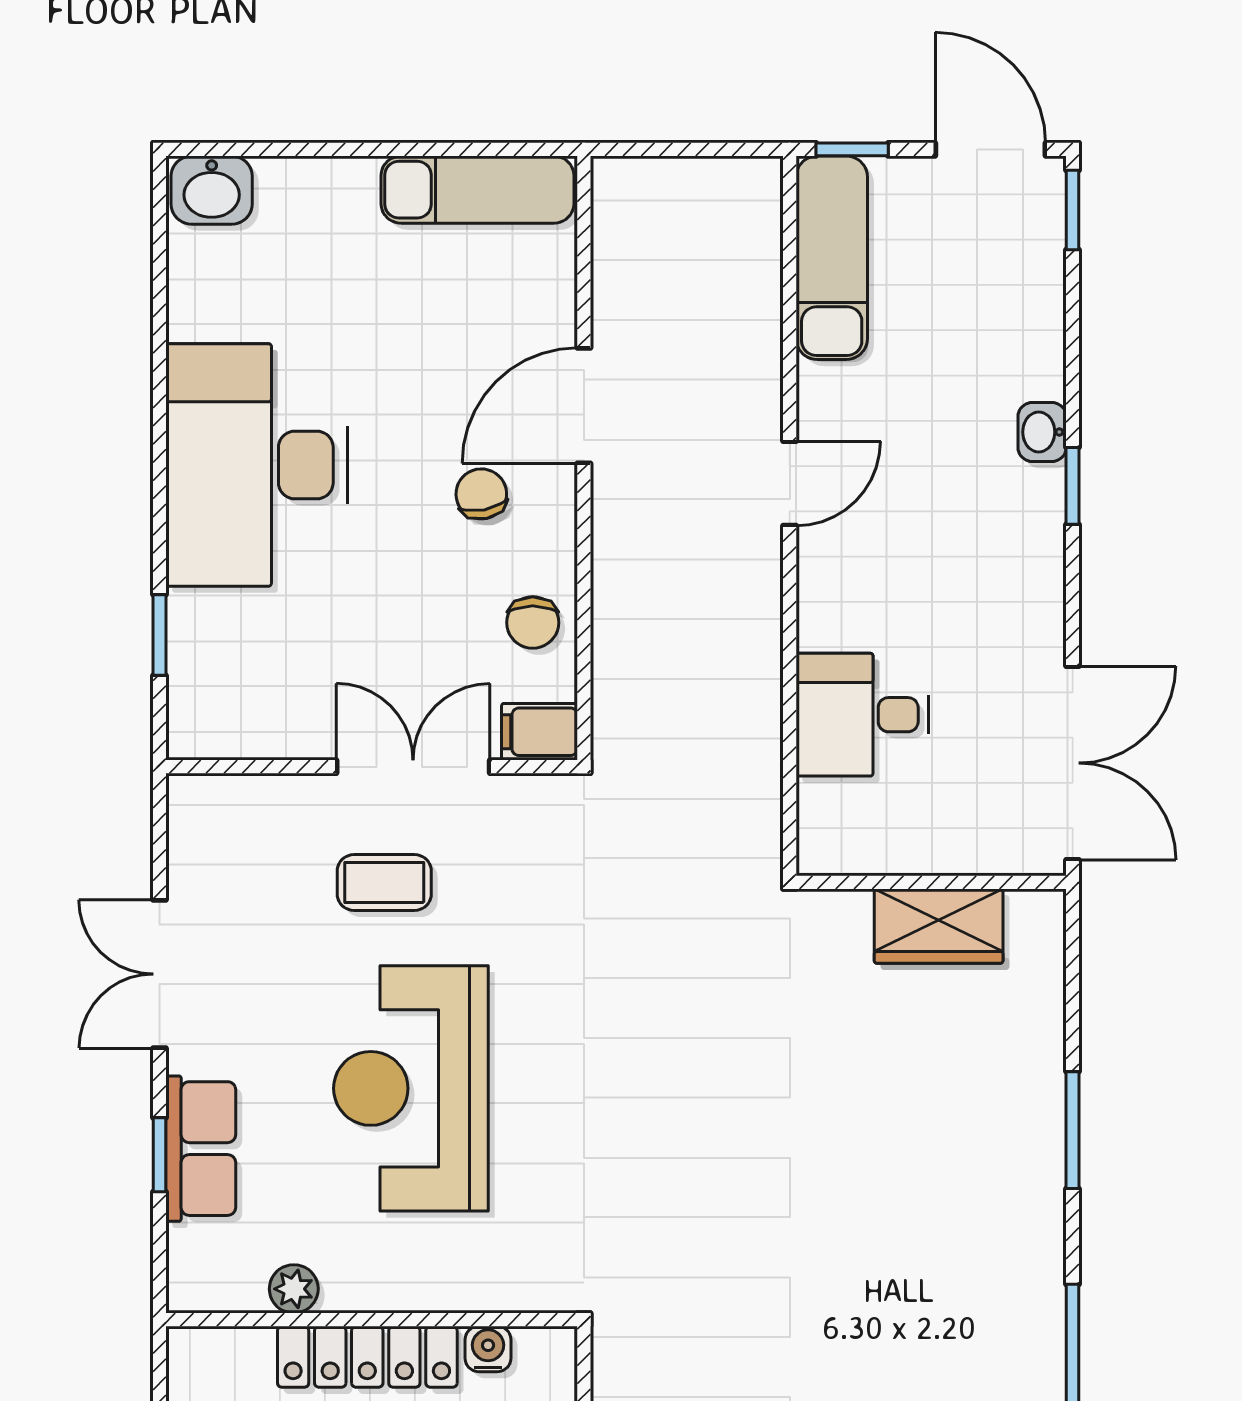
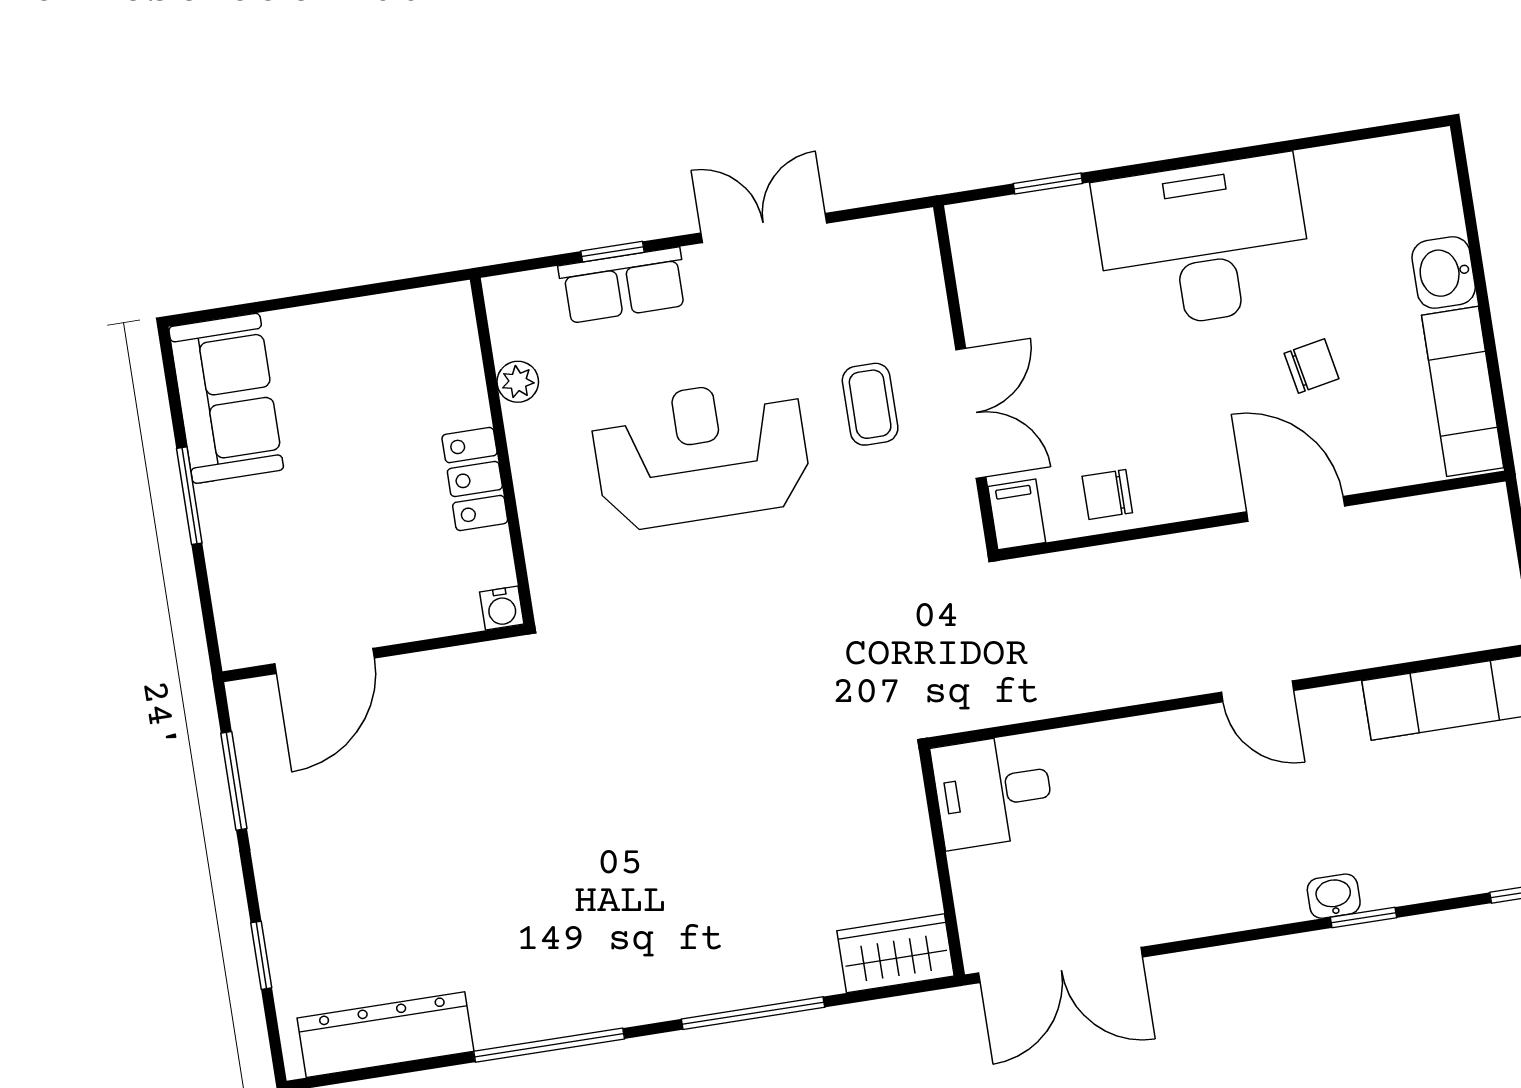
washbasin: (212, 190) -> (1444, 273), moved
window: (1073, 486) -> (1364, 918), moved
chair: (481, 494) -> (1311, 366), moved
desk: (862, 715) -> (993, 791), moved, turned -90
wardrobe: (939, 926) -> (895, 953), moved, turned 90
window: (1073, 1130) -> (753, 1013), width x1.44
water cooler: (488, 1349) -> (502, 608), moved, turned 90
locker: (367, 1357) -> (475, 479), width x0.66

